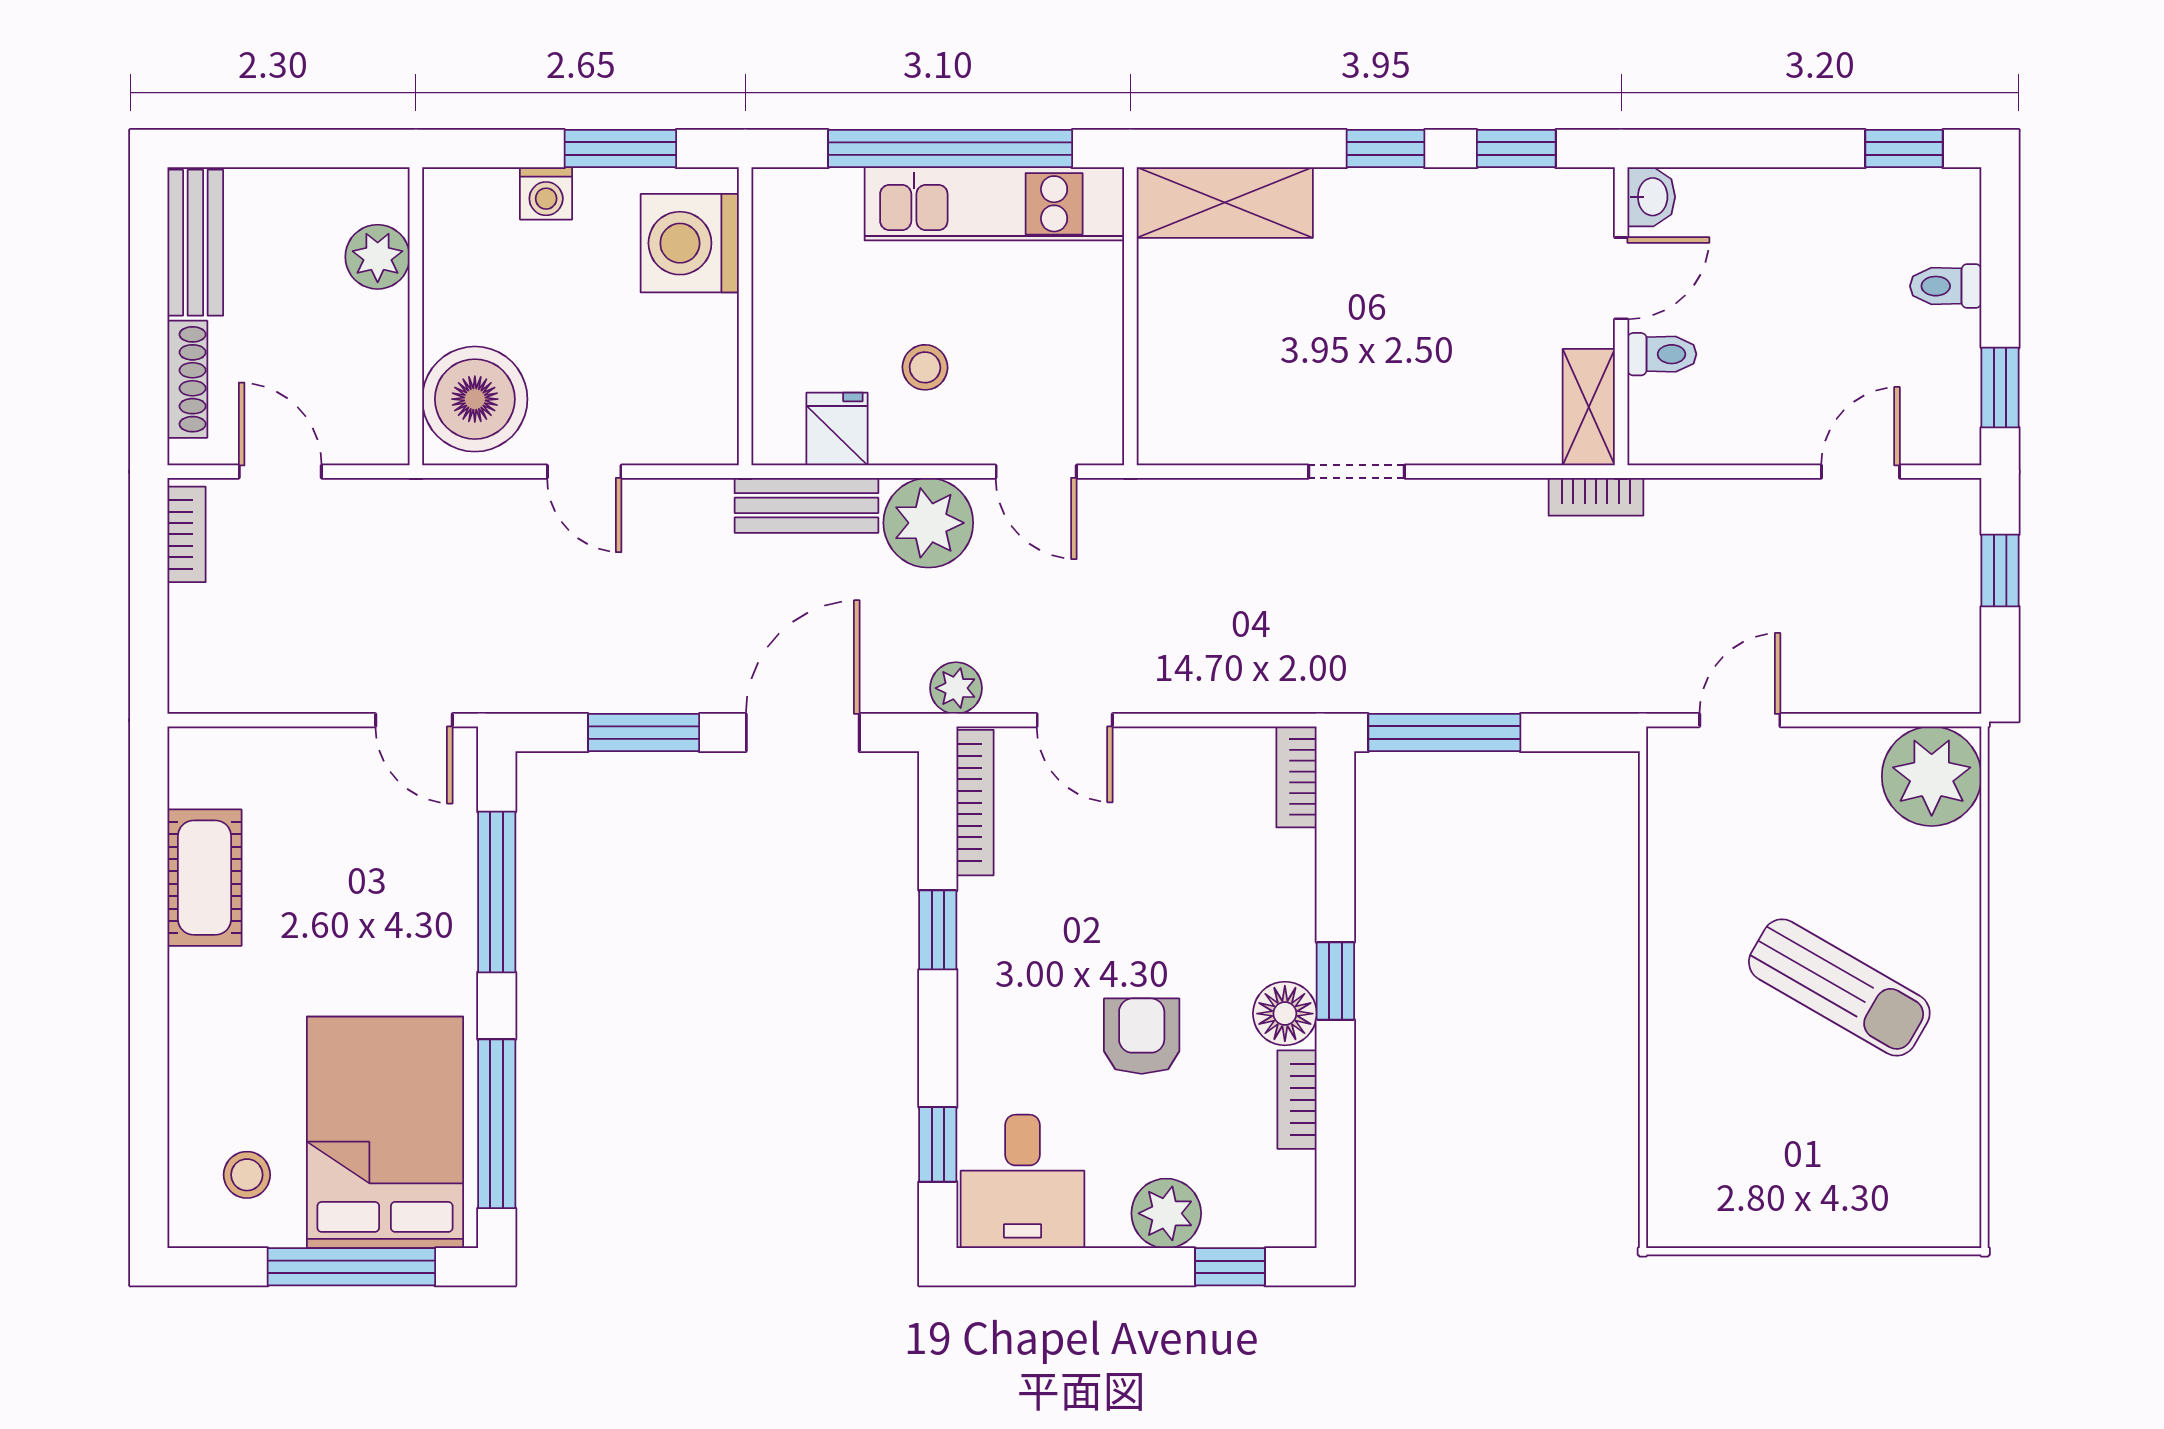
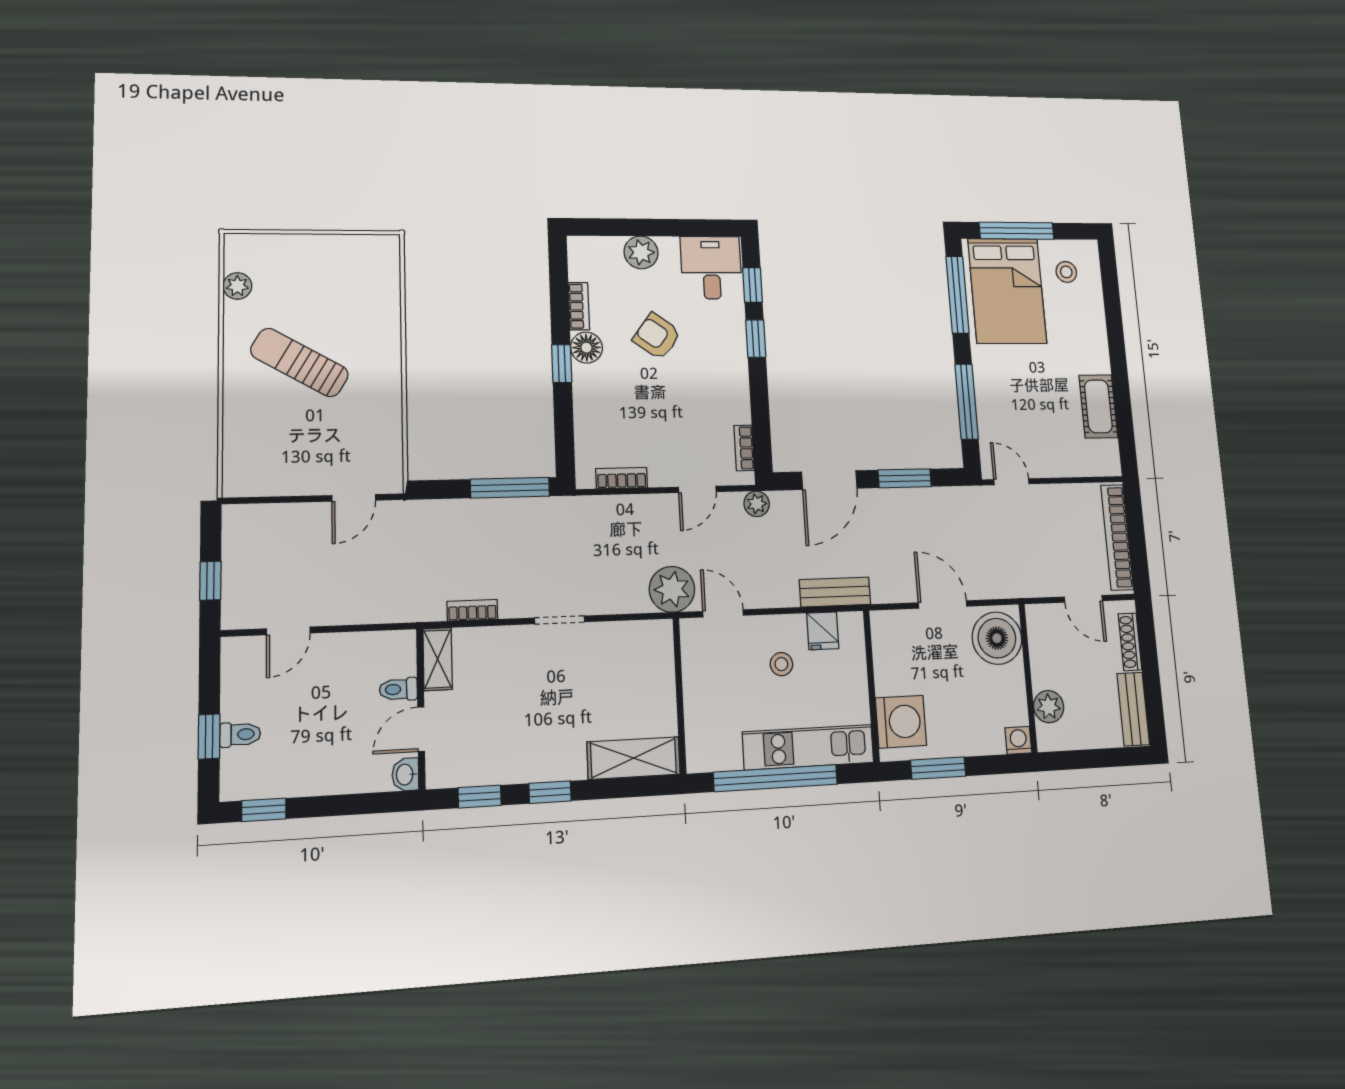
washing machine: (546, 193) -> (1018, 740), moved
kitchen unit: (994, 204) -> (808, 747), moved
window: (2000, 388) -> (209, 737), moved
door: (584, 472) -> (943, 604), width x1.38
bookcase: (1596, 497) -> (472, 610), moved
plant: (928, 523) -> (672, 589), moved
bookcase: (187, 534) -> (1117, 537), width x2.31, depth x1.31
door: (1075, 720) -> (697, 489), swing flipped
plant: (1932, 776) -> (237, 286), moved, width x0.53, depth x0.53
bookcase: (1297, 777) -> (622, 478), moved, turned -90
bookcase: (975, 803) -> (744, 448), width x0.64
window: (938, 930) -> (756, 339), moved
armchair: (1142, 1036) -> (657, 336), turned 126
window: (1230, 1267) -> (609, 227), removed

